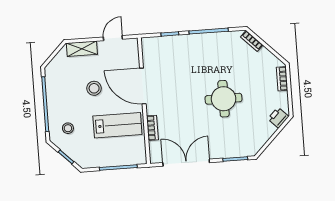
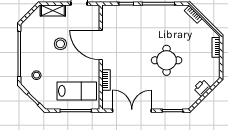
printer: (278, 118) -> (202, 88), moved
lab bench: (117, 125) -> (77, 91), moved

